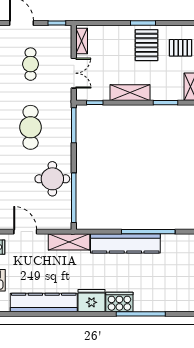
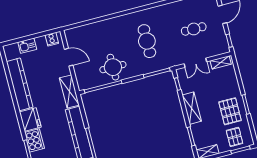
pallet: (147, 45) -> (230, 111), turned 90
cafe table: (31, 127) -> (147, 41), turned 90
door: (25, 232) -> (69, 57), hinge flipped

